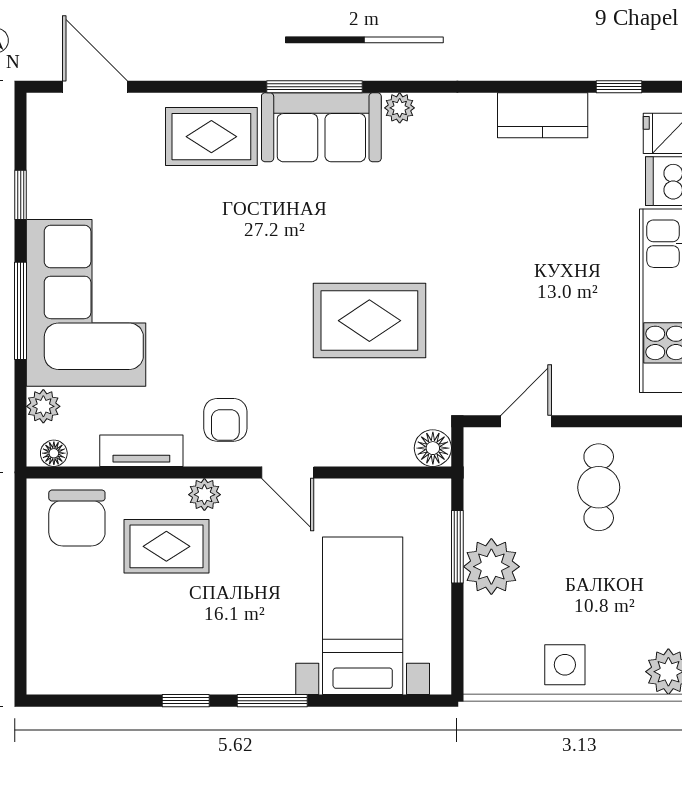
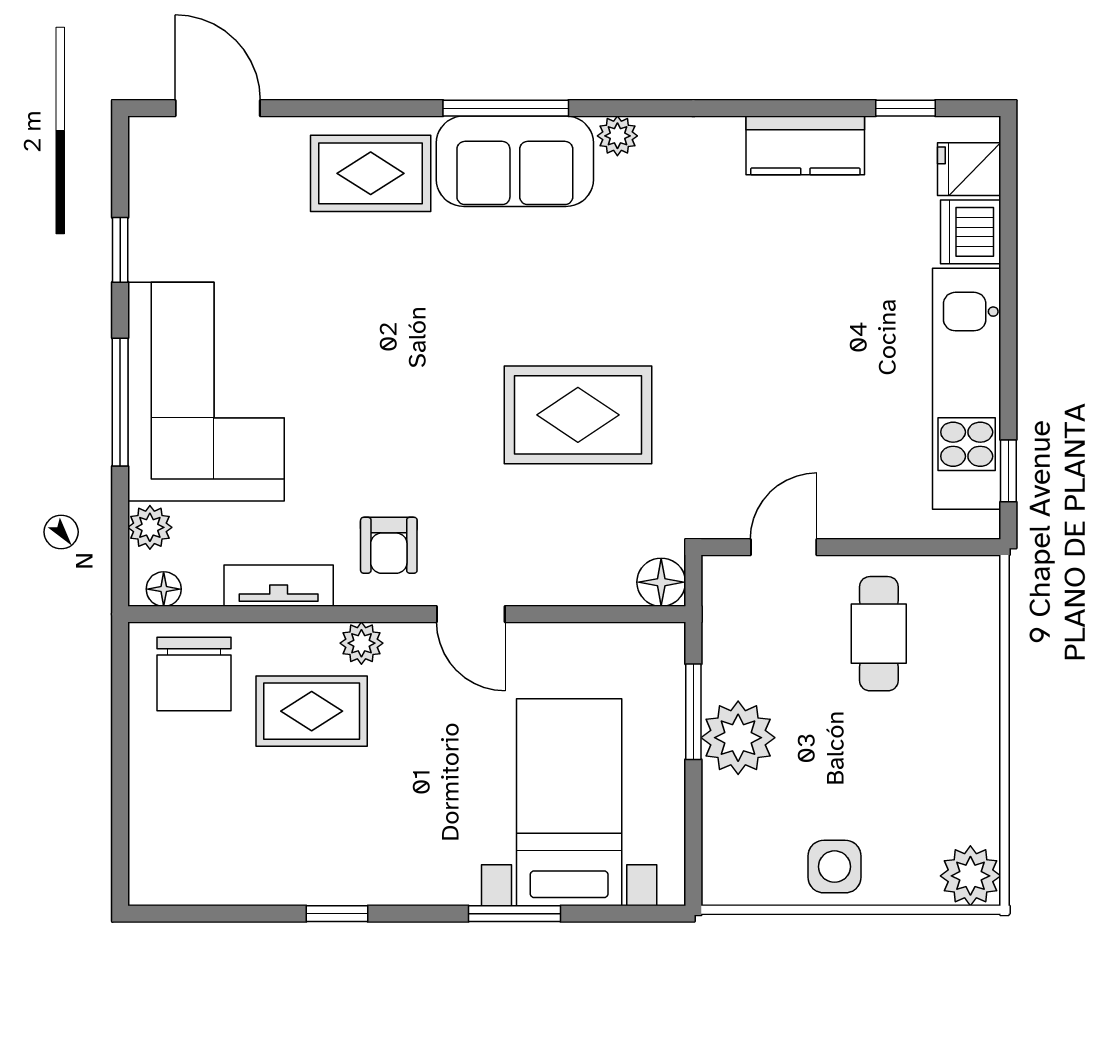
window: (272, 701) -> (514, 914), moved

